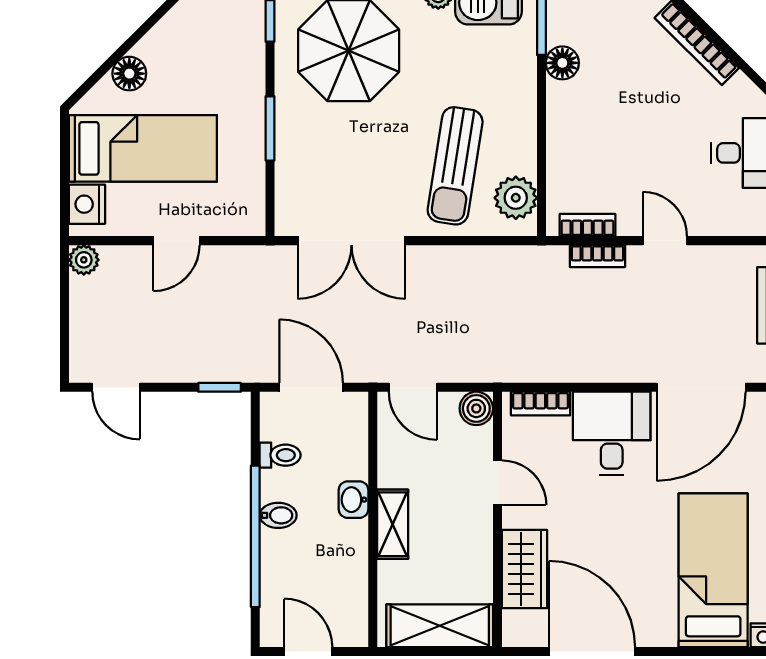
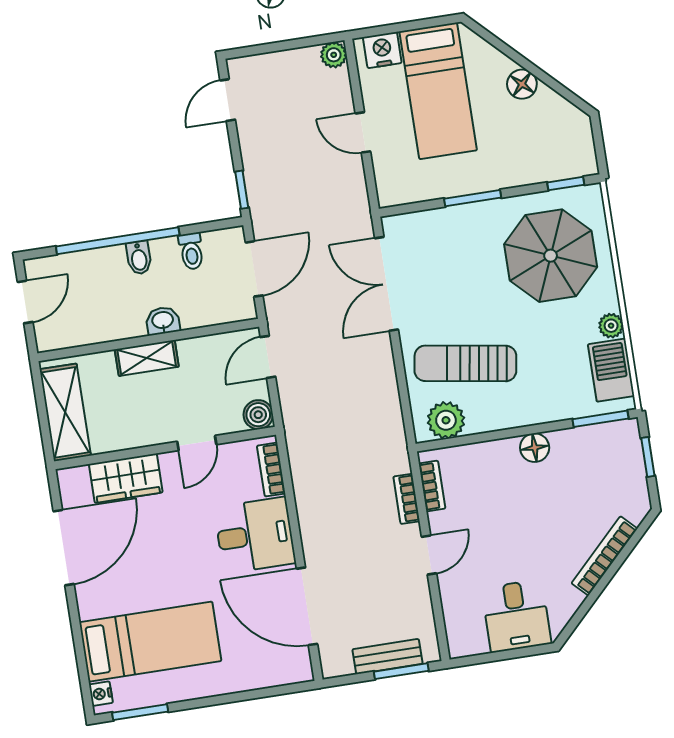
floor lamp: (562, 63) -> (535, 448), moved
floor lamp: (129, 74) -> (522, 84), moved

